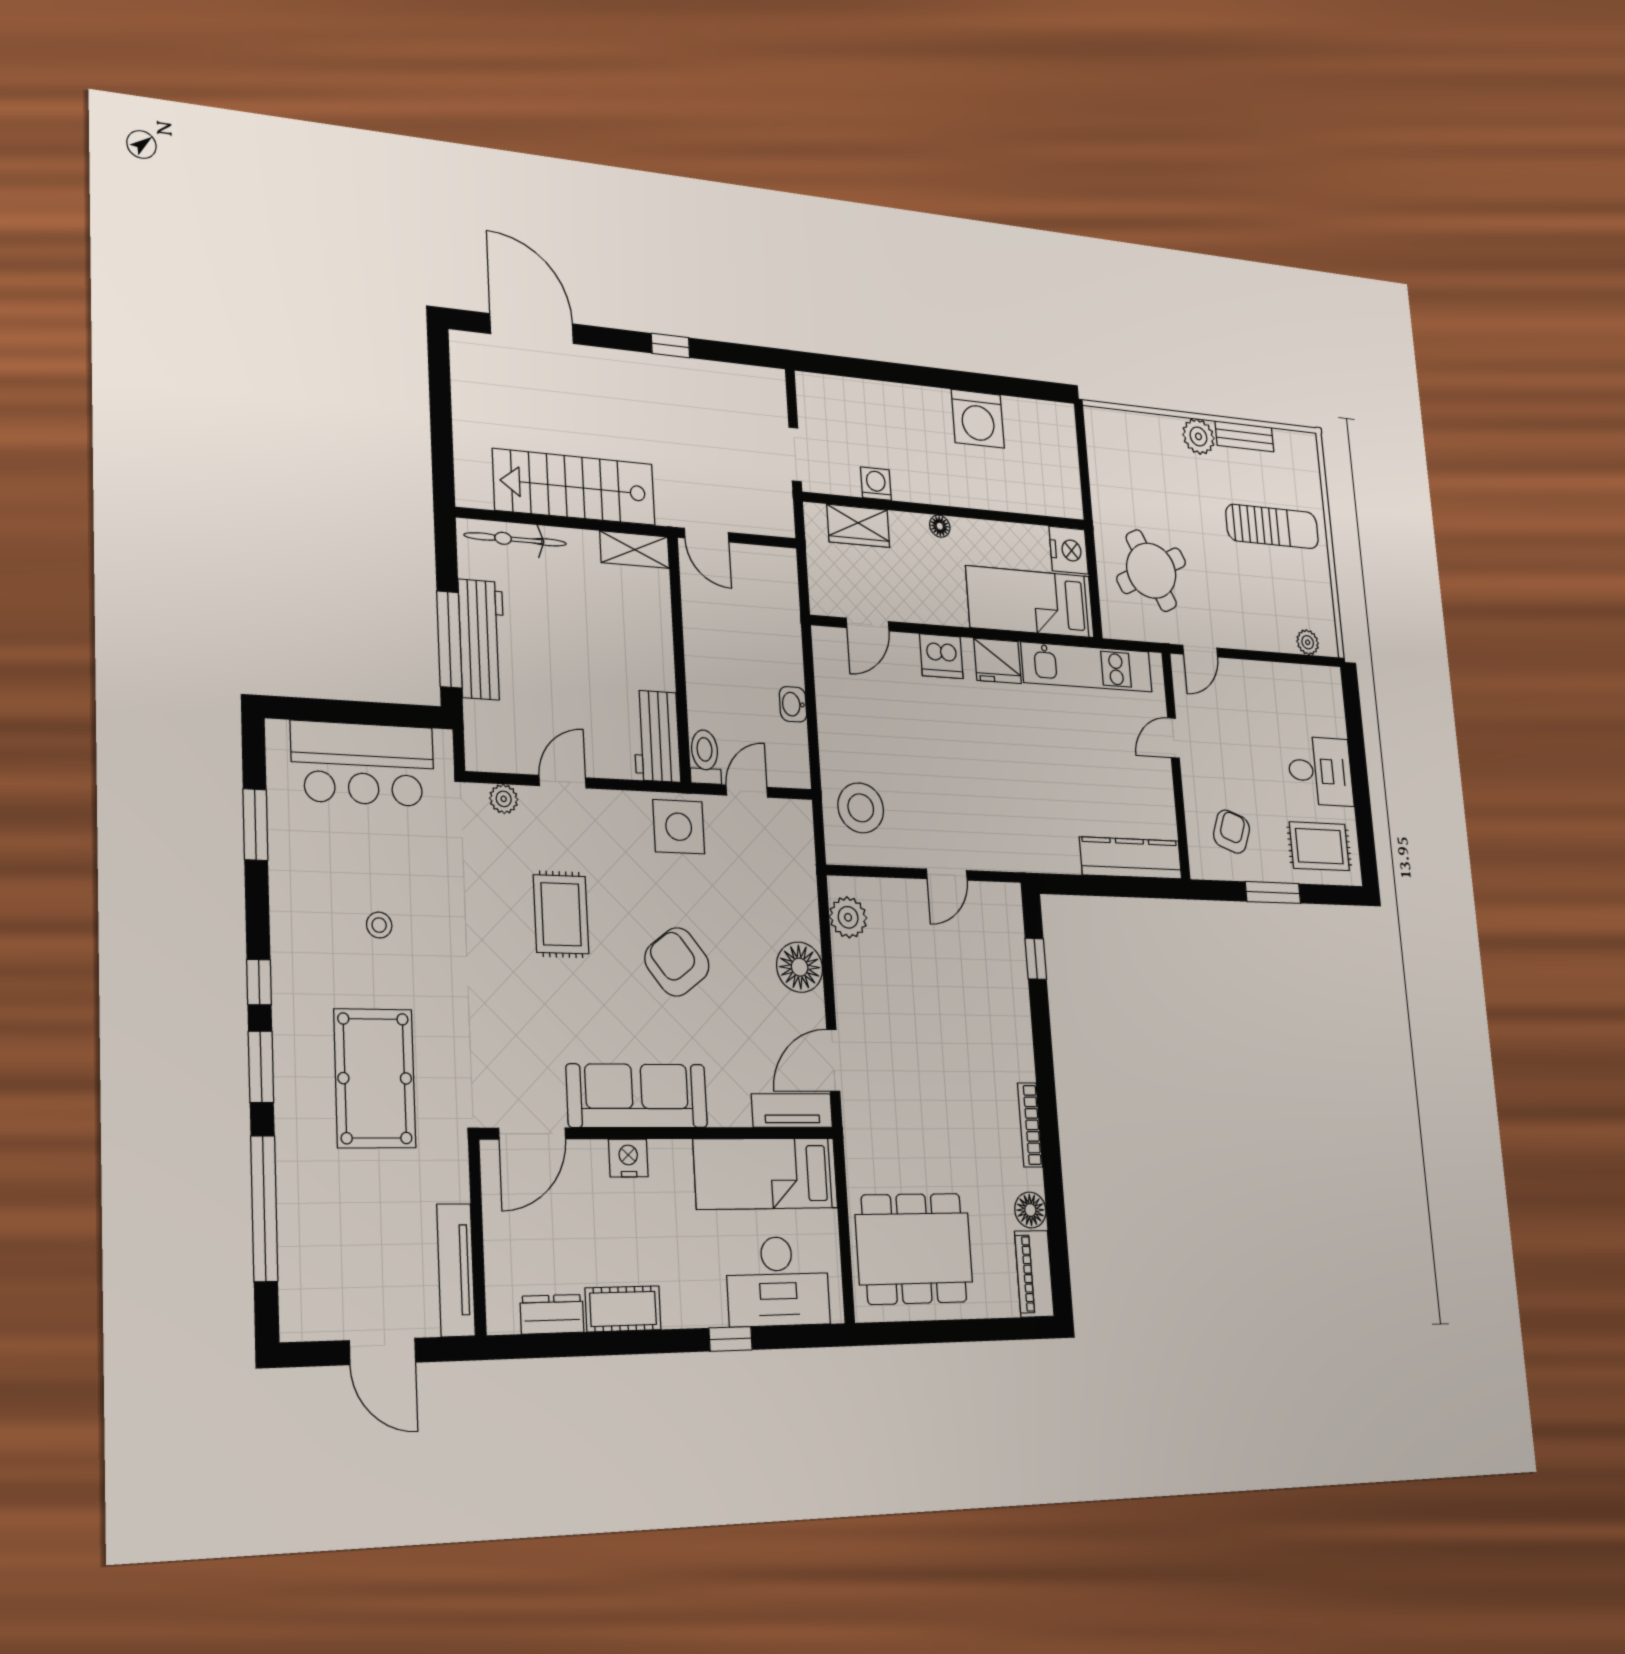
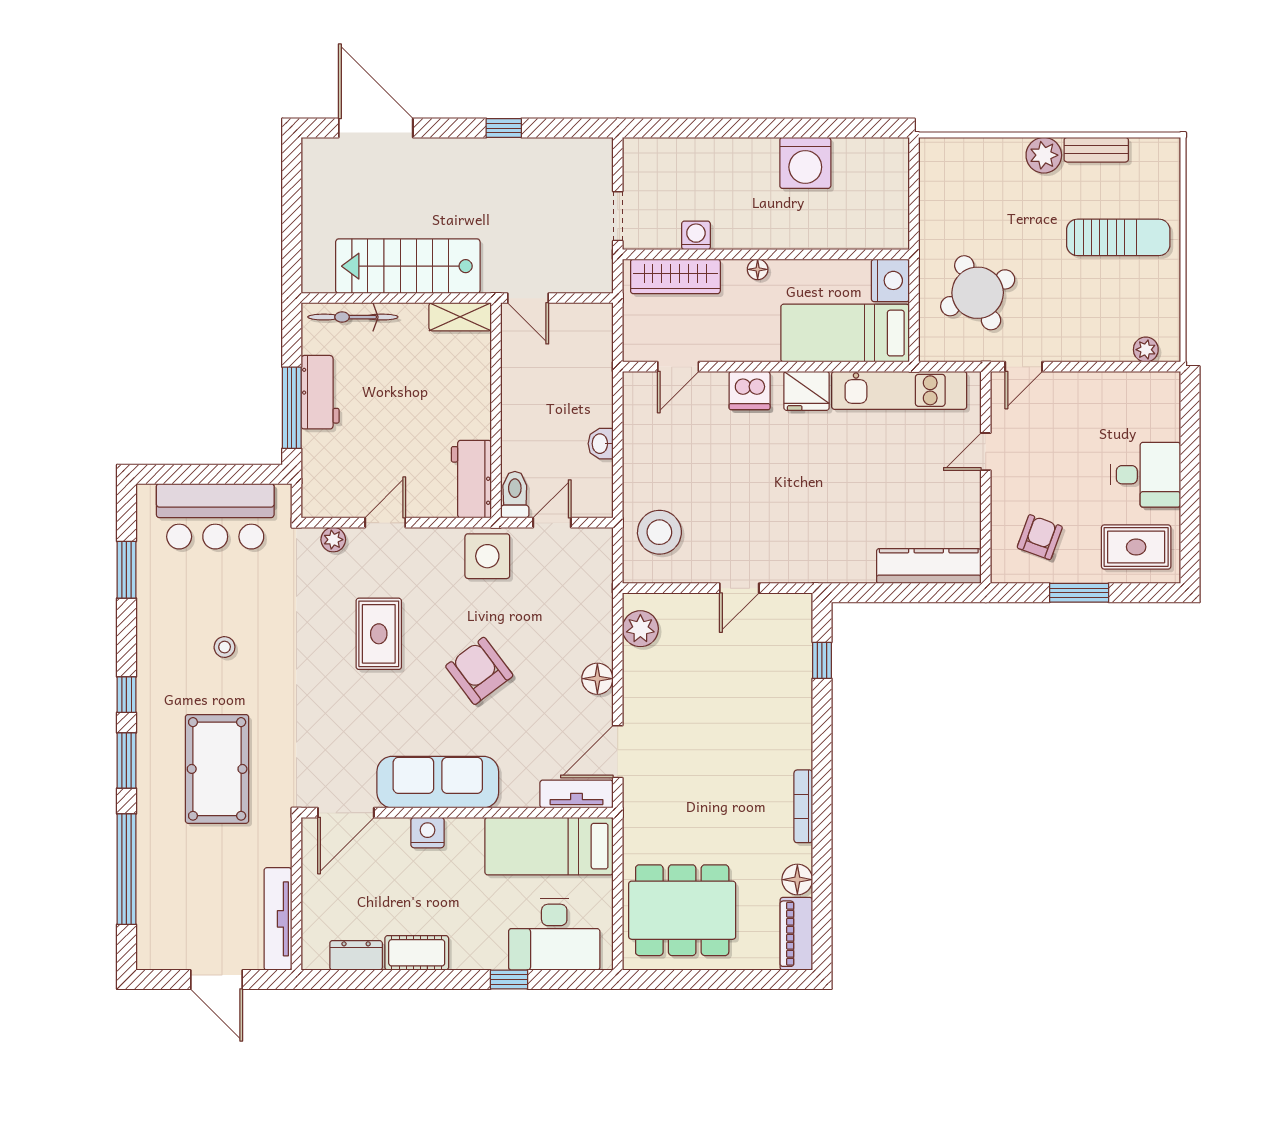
wardrobe: (858, 526) -> (675, 276), width x1.50
workbench: (482, 640) -> (320, 392), width x0.73
floor lamp: (800, 967) -> (597, 679), width x0.73, depth x0.73

